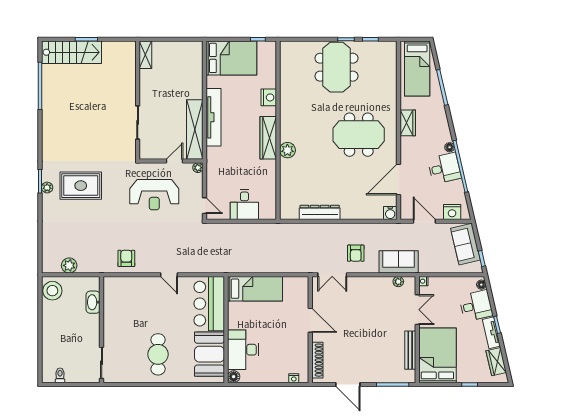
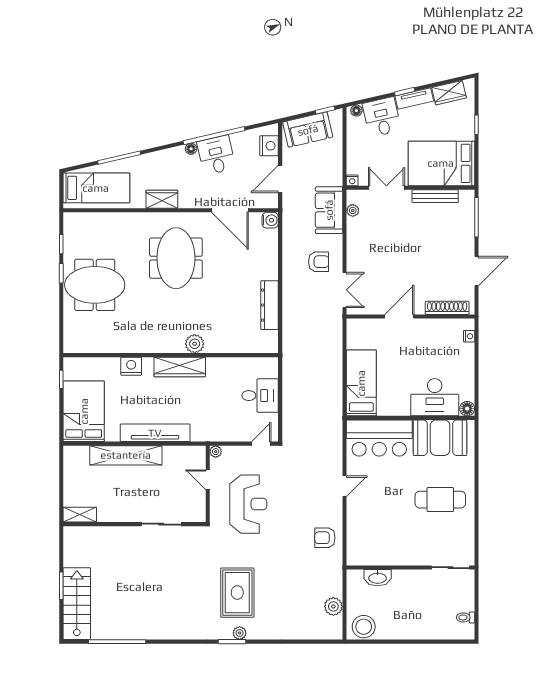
shelving: (195, 130) -> (126, 455), moved

